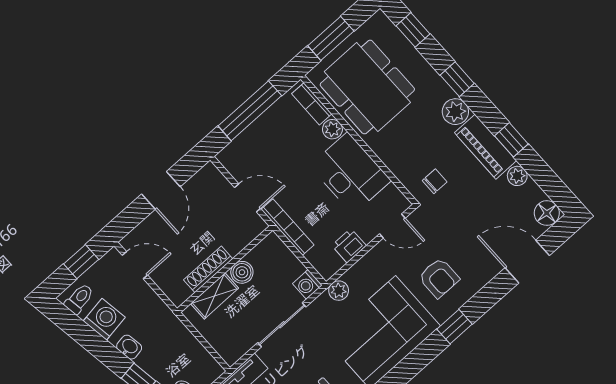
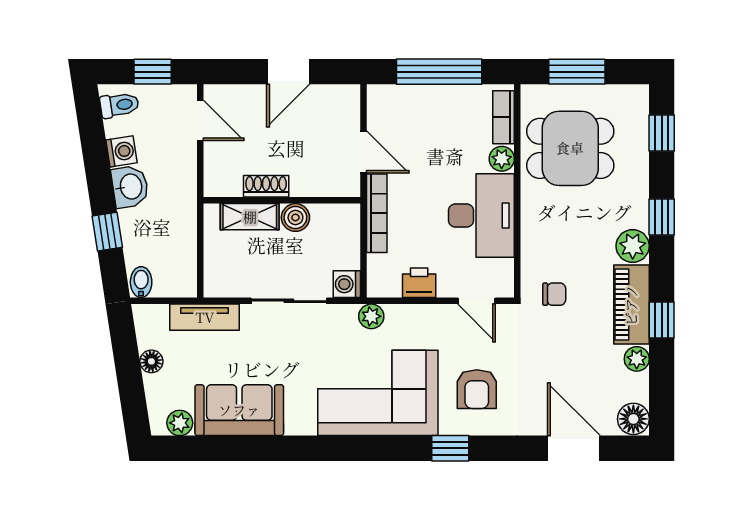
dining table: (367, 87) -> (570, 148), width x0.73
shoe rack: (208, 269) -> (266, 186), width x0.70
washing machine: (104, 319) -> (121, 151), width x0.73, depth x0.73
washbasin: (129, 347) -> (130, 187), width x1.38, depth x1.45

